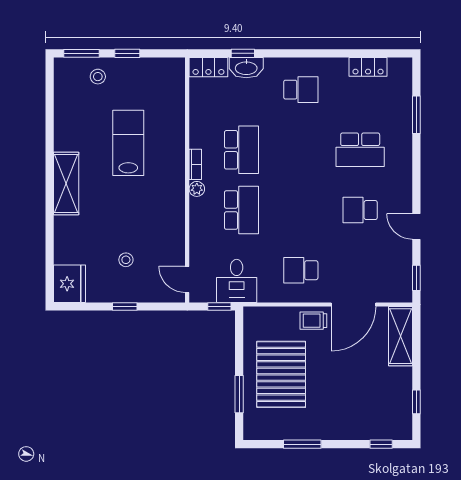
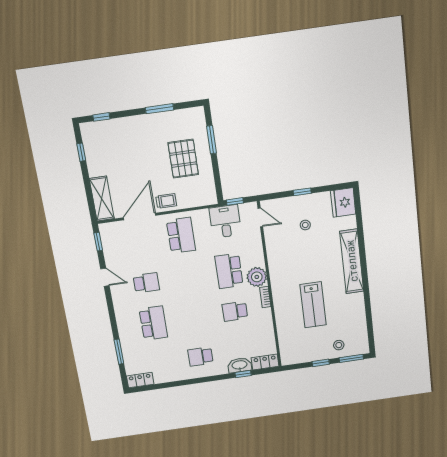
locker: (368, 67) -> (140, 380), moved
school desk: (241, 150) -> (235, 311), width x0.54
school desk: (360, 150) -> (153, 323), turned 90
shelving: (66, 184) -> (352, 261), width x1.47
plant: (197, 189) -> (257, 277), width x1.88, depth x1.88
school desk: (301, 270) -> (181, 235), width x1.85
pallet: (281, 374) -> (183, 159), width x0.73, depth x0.71

